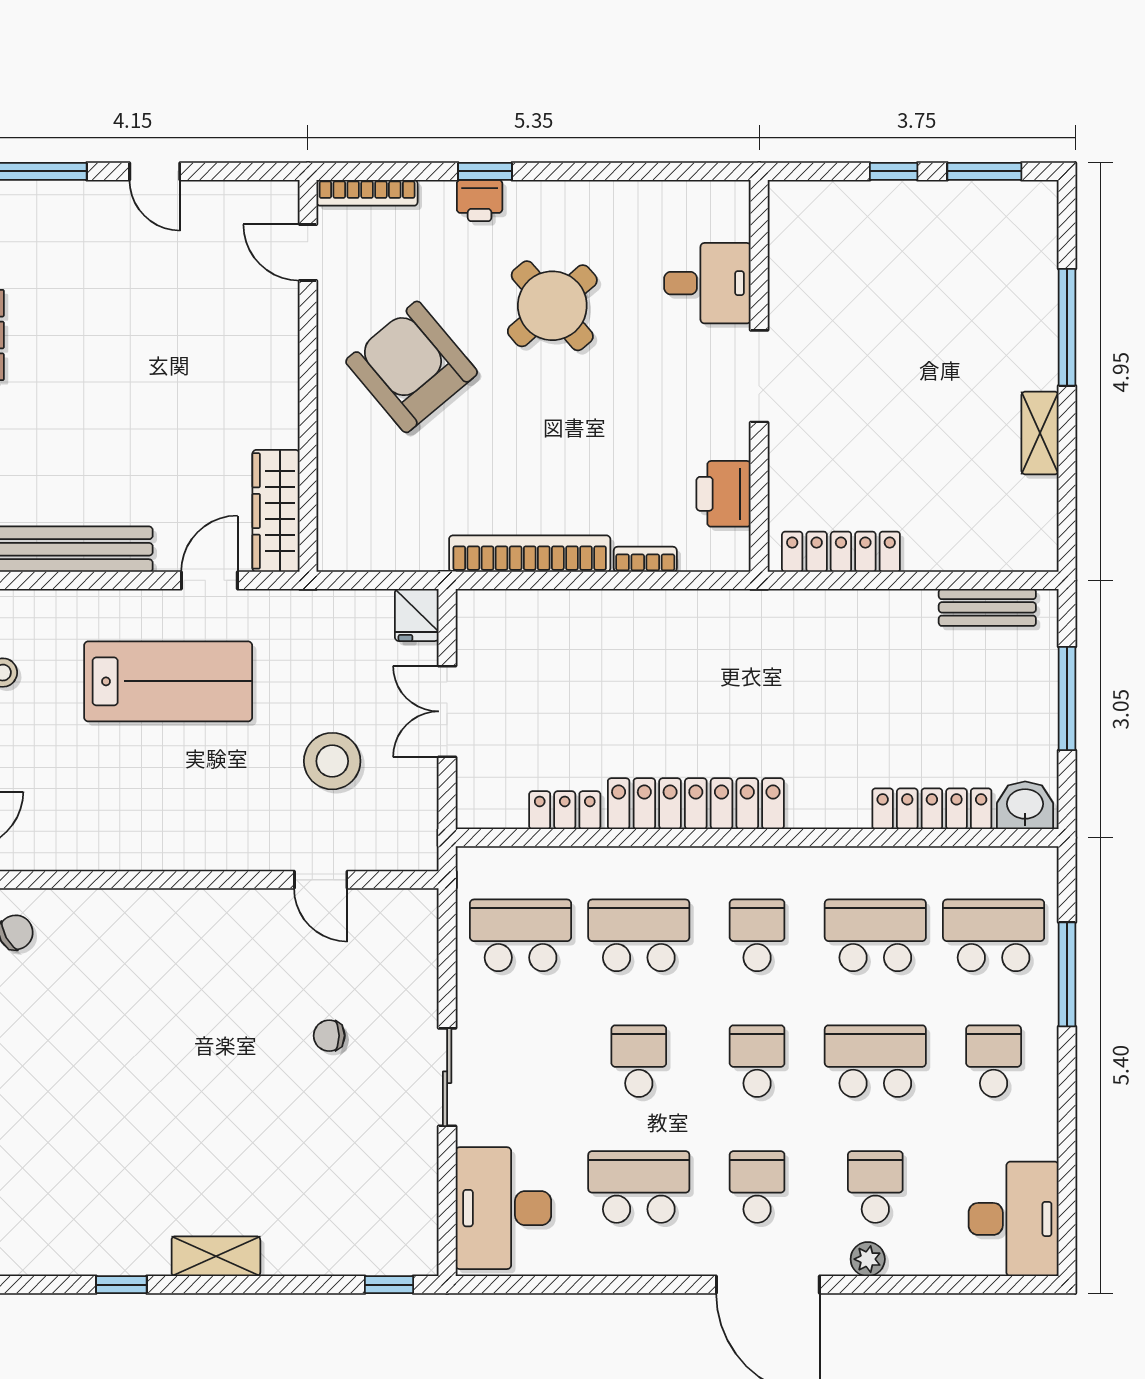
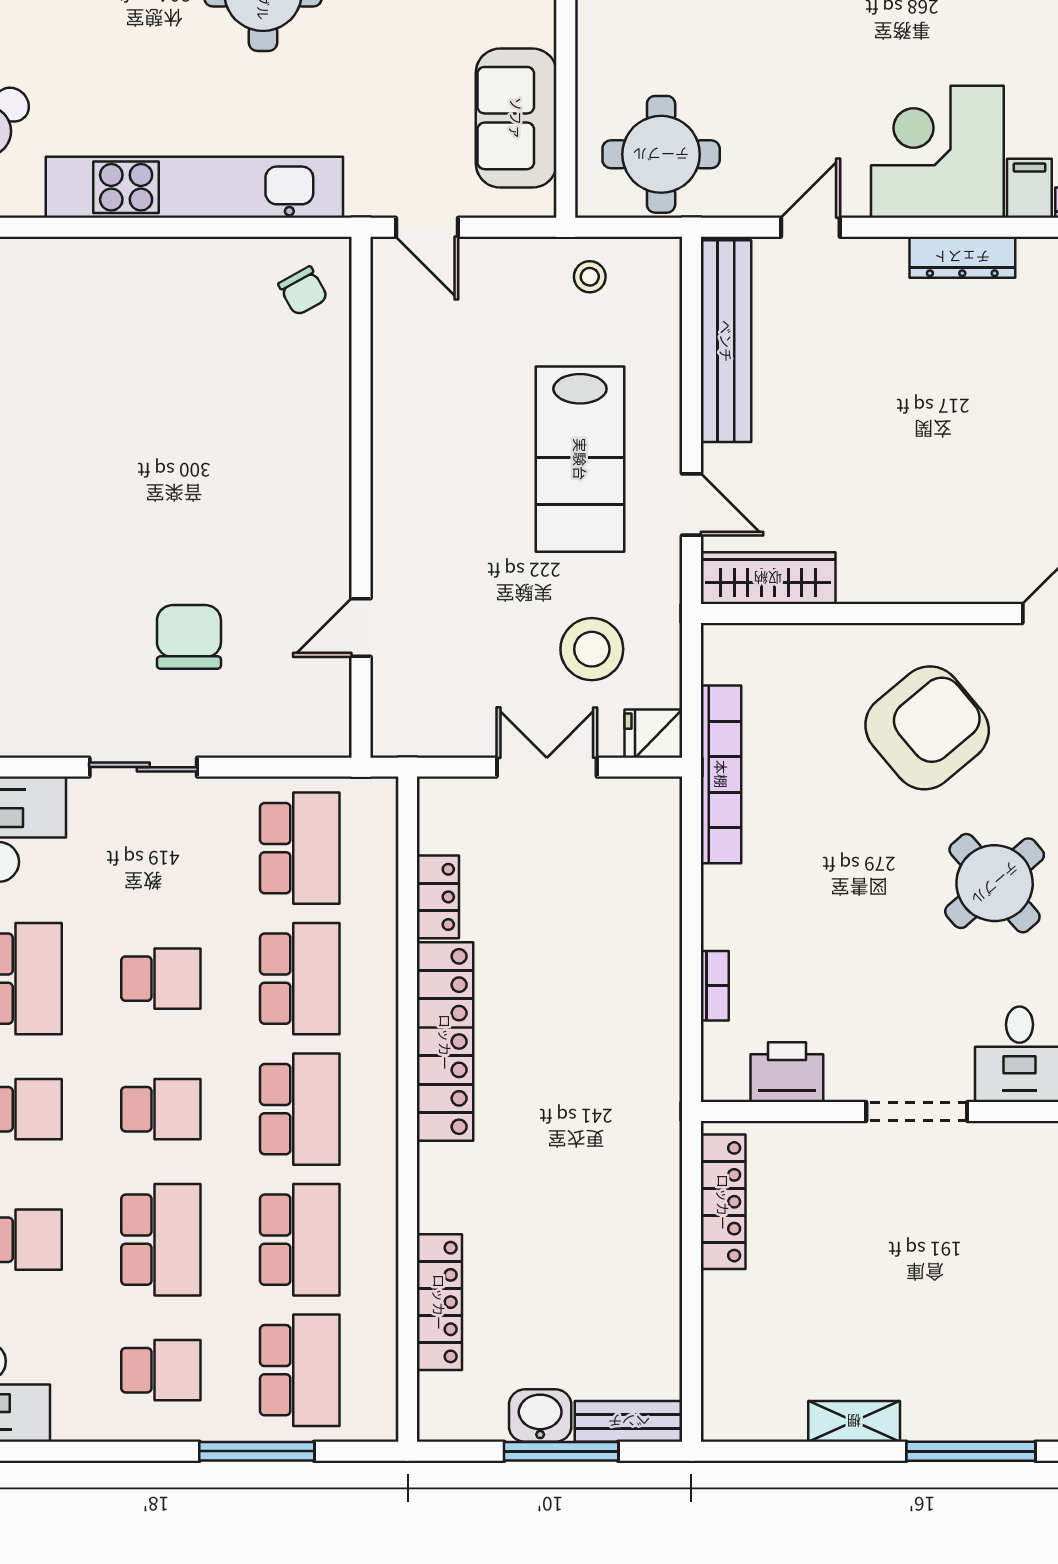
bookcase: (530, 554) -> (721, 774), moved
bench: (987, 607) -> (629, 1421), moved, turned 90
stool: (332, 761) -> (592, 649), moved
washbasin: (1025, 805) -> (540, 1416), moved, turned -90
school desk: (757, 935) -> (300, 1109), width x1.85
chair: (329, 1036) -> (189, 637), width x1.87, depth x1.87

